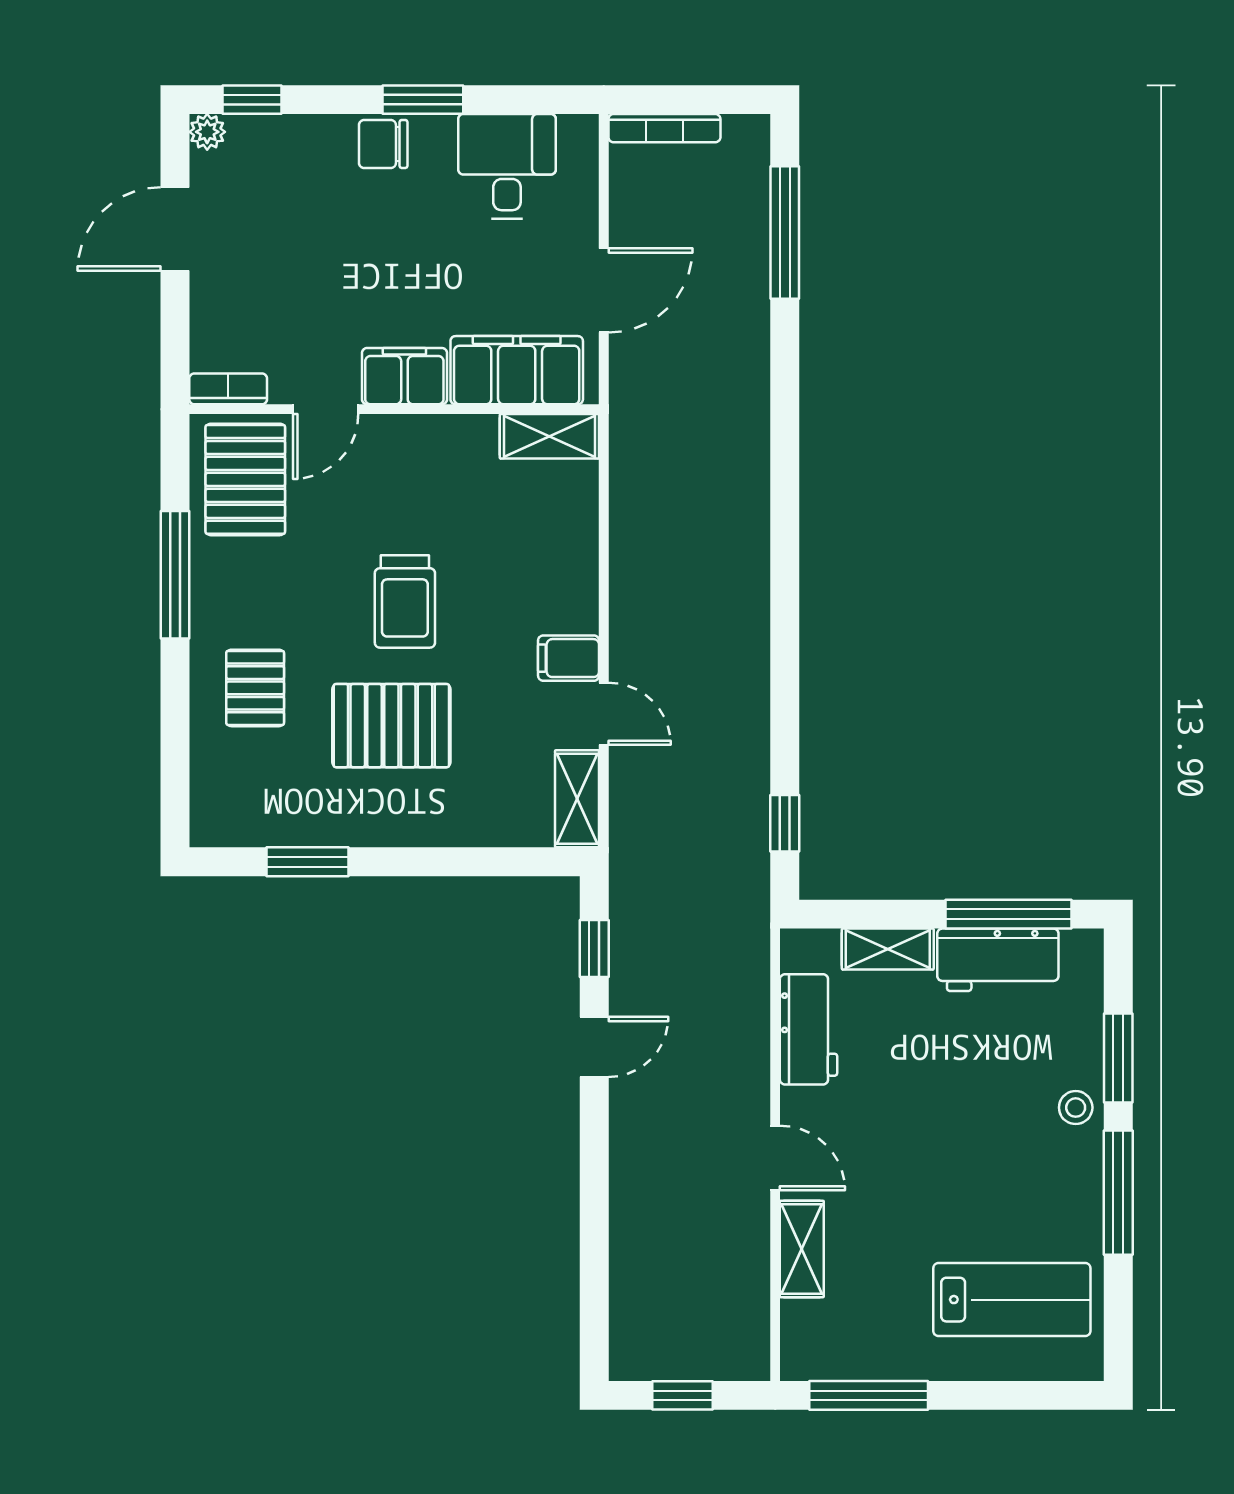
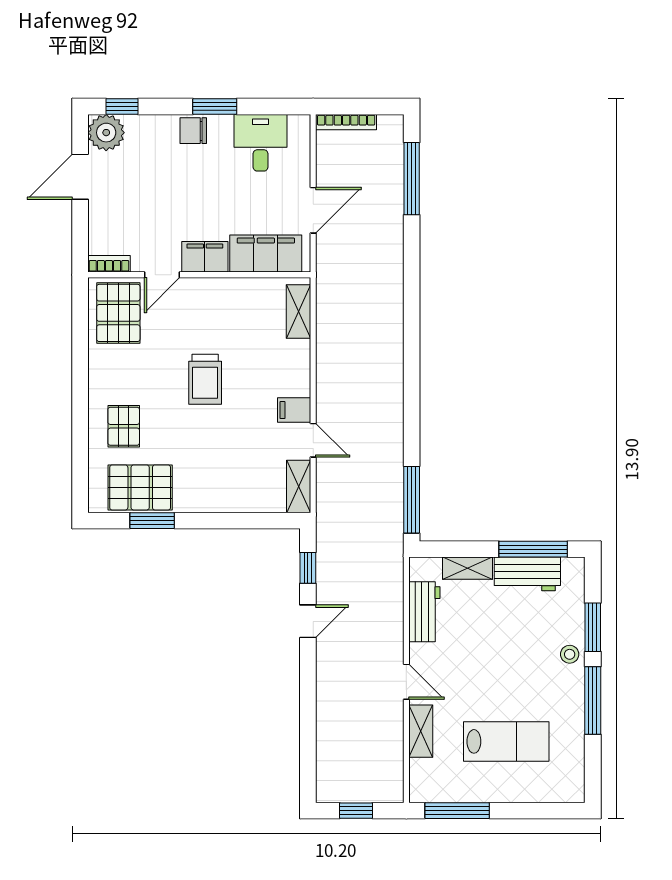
plant: (207, 132) -> (106, 133), width x1.87, depth x1.87
shelving: (549, 436) -> (298, 311), moved, turned 90
window: (175, 575) -> (80, 365), removed
pallet: (391, 726) -> (140, 487), moved
window: (785, 823) -> (412, 500), width x2.17
lab bench: (1012, 1300) -> (506, 741), moved

